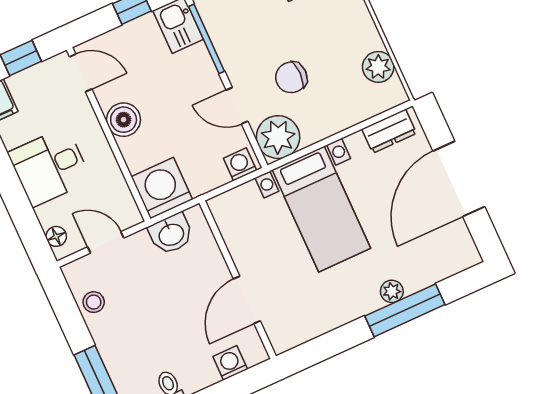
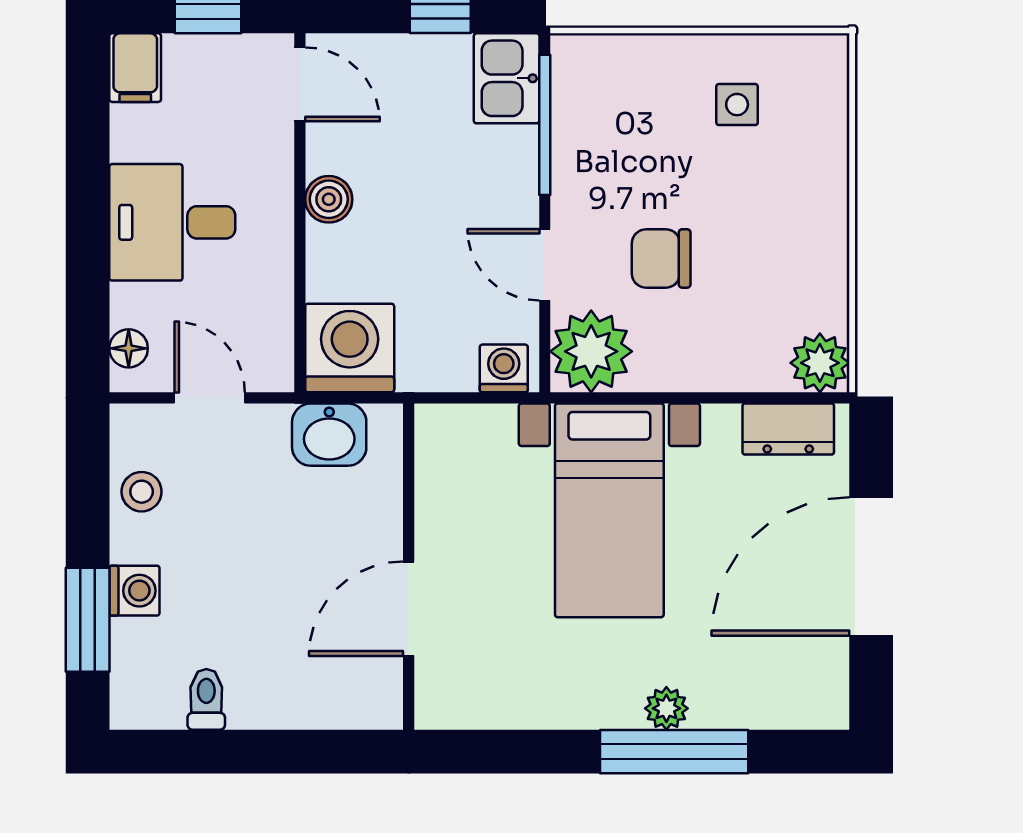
plant: (378, 67) -> (820, 363), moved
boiler: (124, 120) -> (329, 199), width x0.73, depth x0.73
washing machine: (230, 363) -> (134, 591), moved, turned 90

